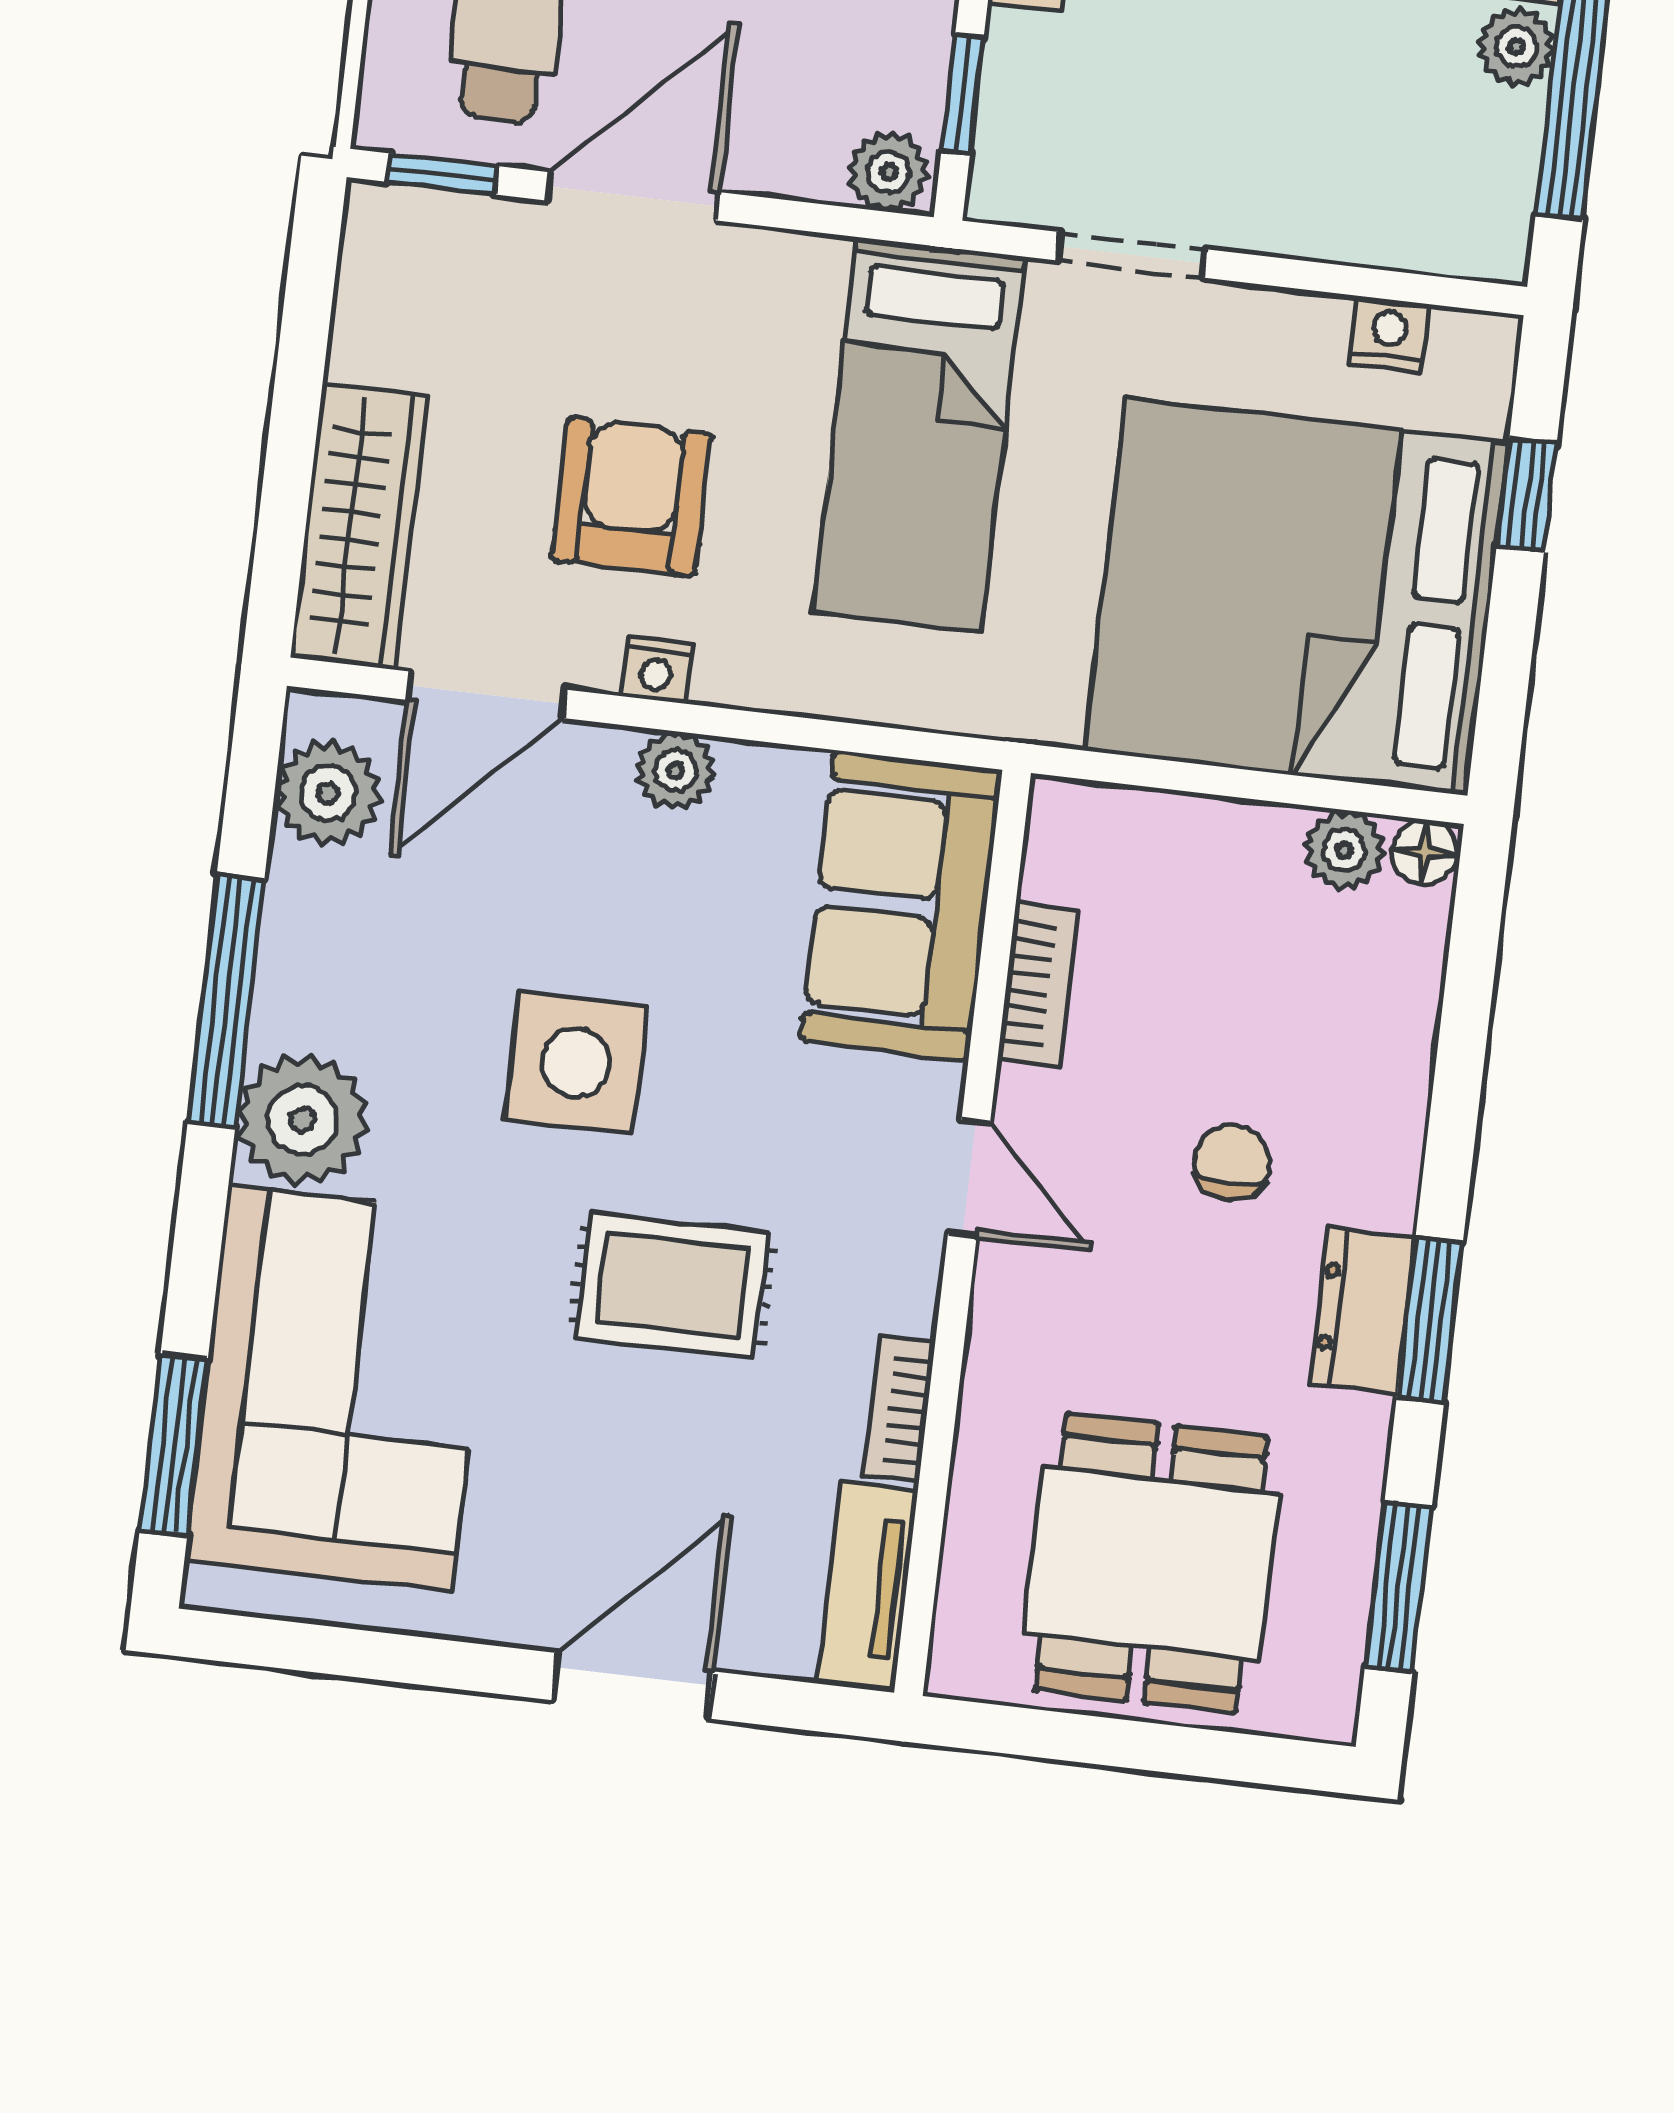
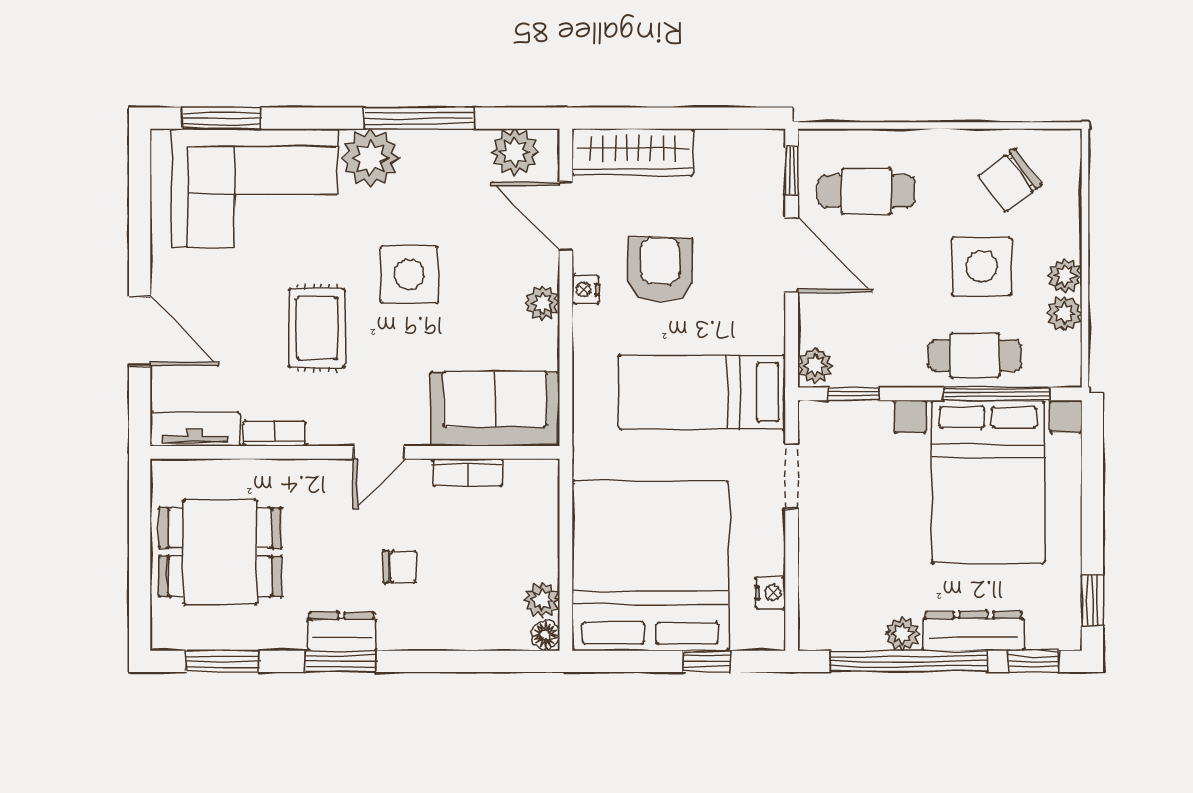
armchair: (631, 497) -> (660, 270), turned -90

